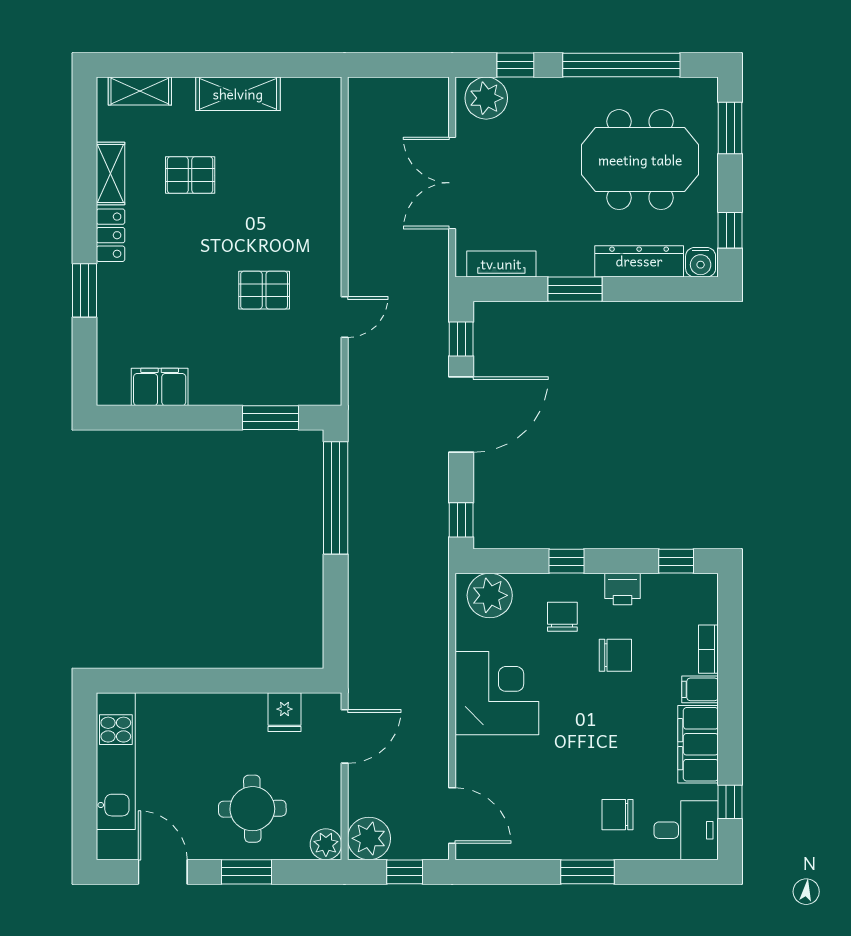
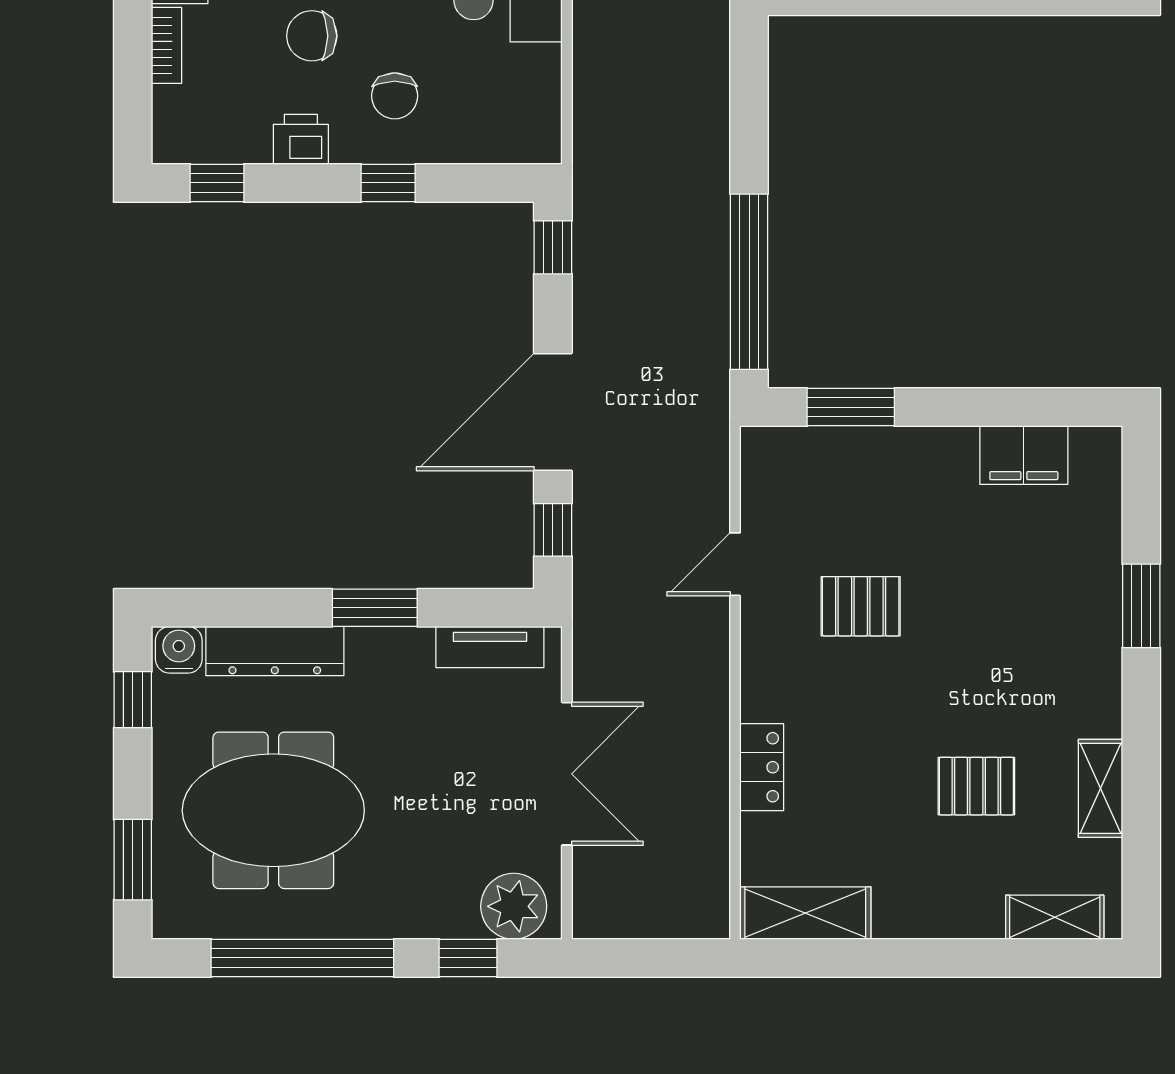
shelving: (238, 94) -> (805, 913), moved
locker: (111, 235) -> (762, 767), moved, turned 180
plant: (490, 595) -> (508, 129), removed

